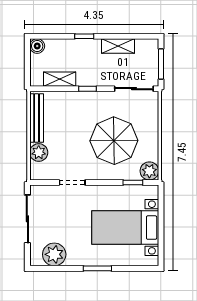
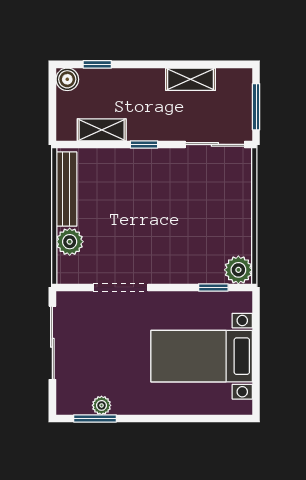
window: (84, 36) -> (97, 64), moved
parasol: (114, 141) -> (184, 224), removed
doorway: (72, 183) -> (121, 287), width x1.38
plant: (54, 254) -> (102, 405), width x0.53, depth x0.53
window: (97, 268) -> (95, 418), moved

